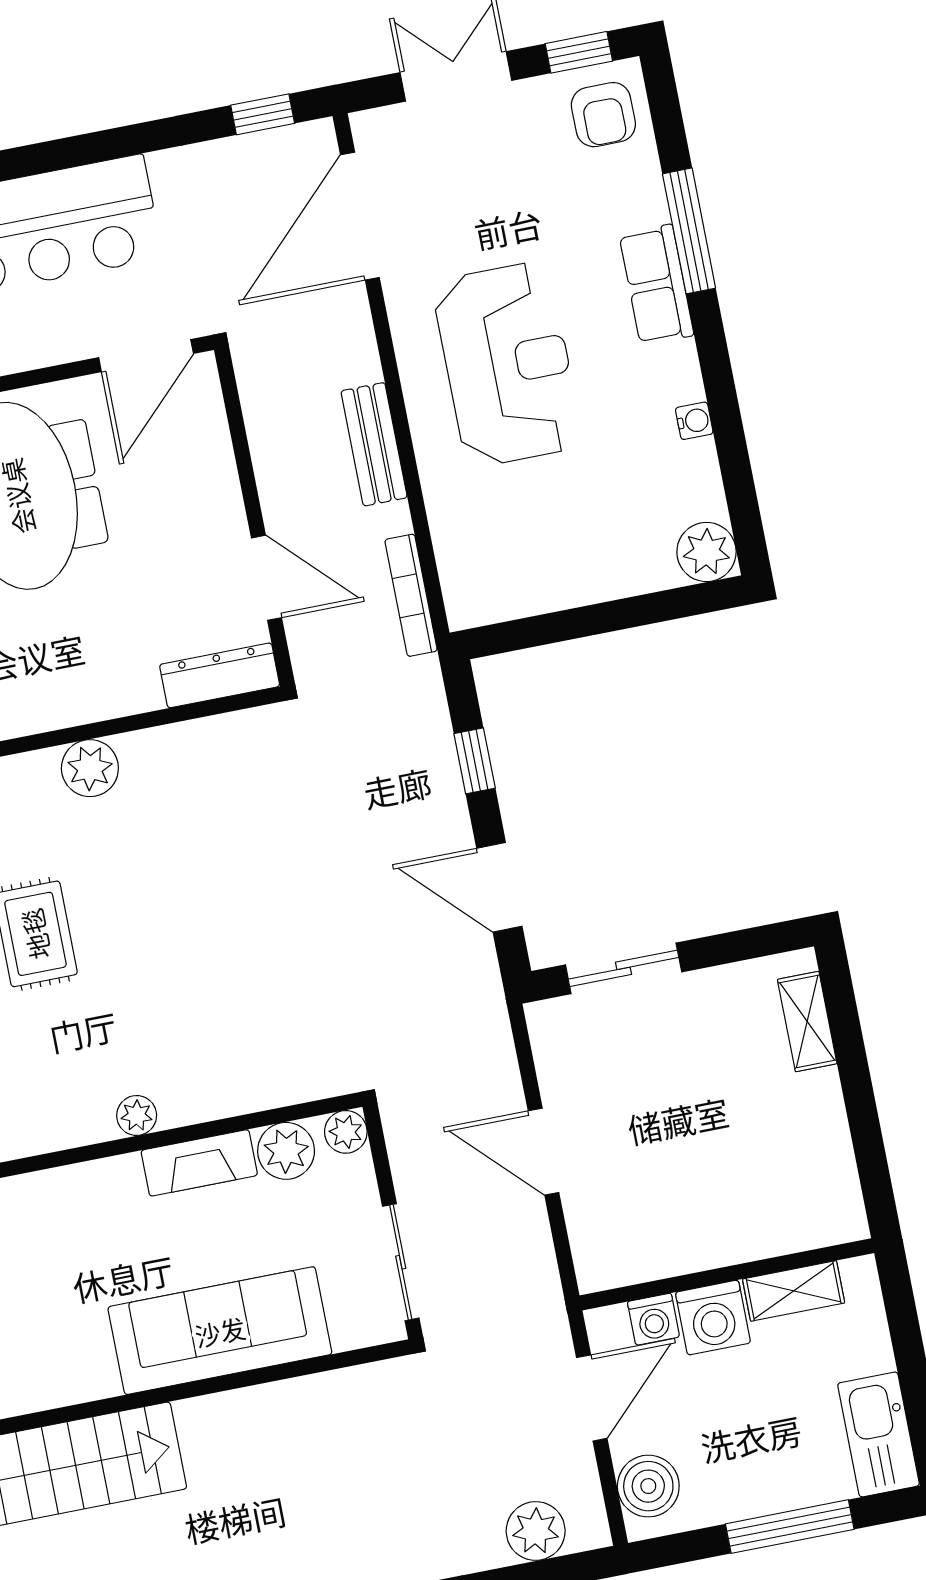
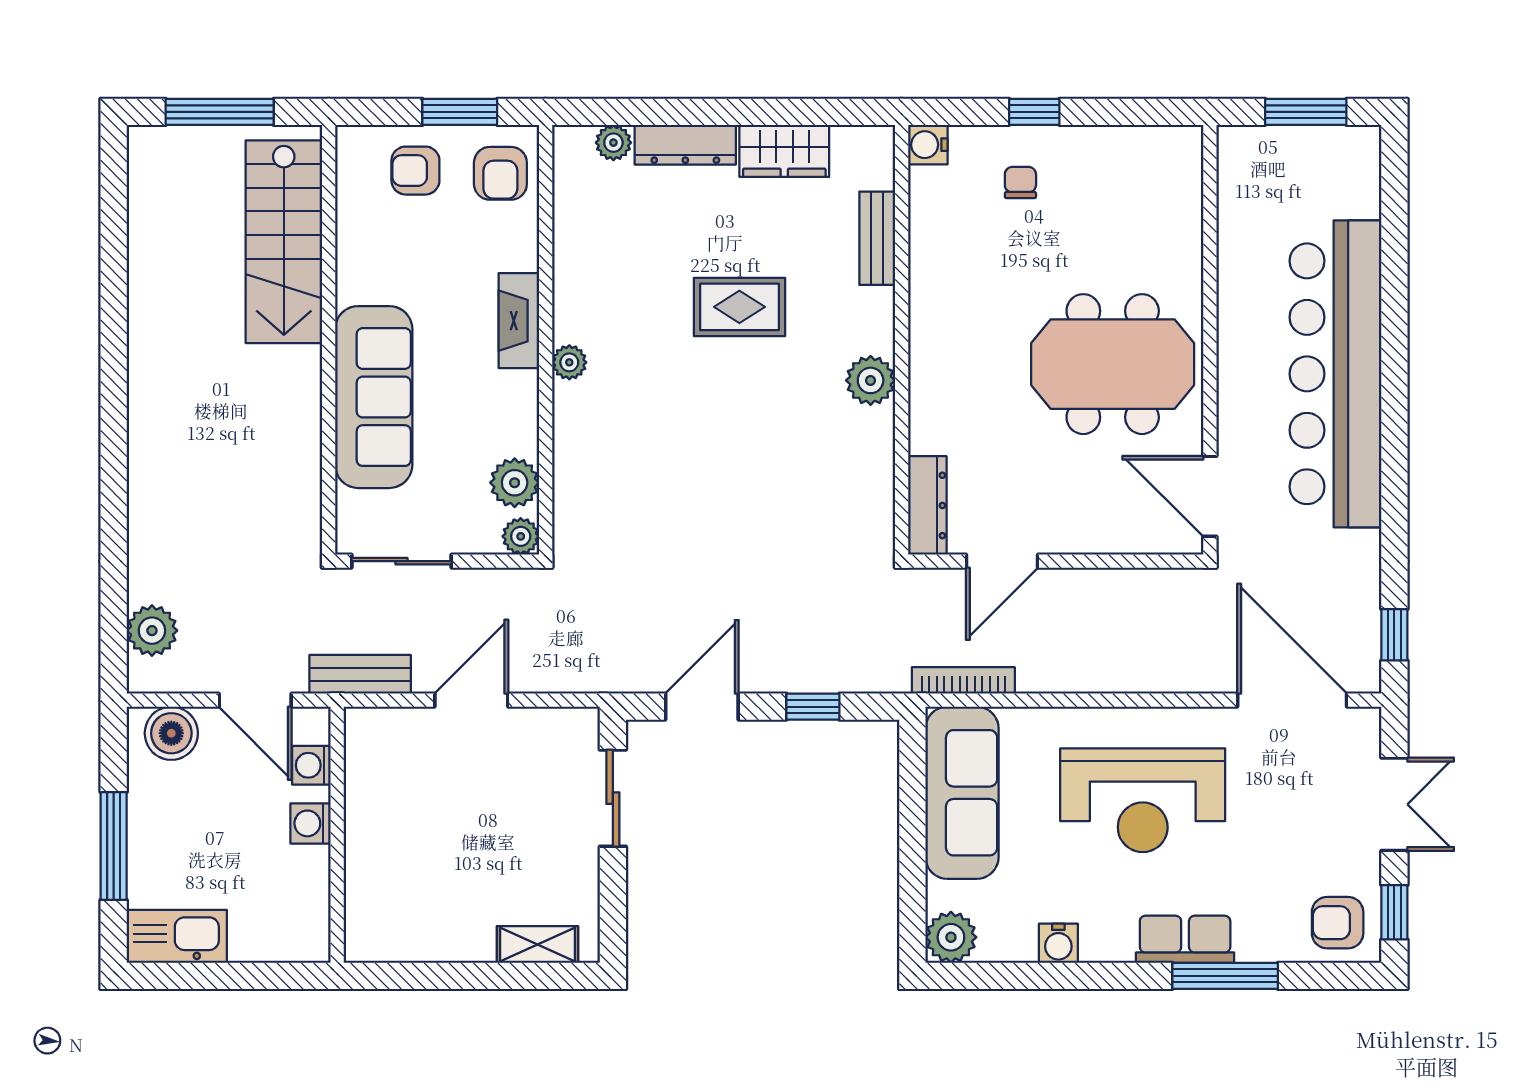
water cooler: (694, 421) -> (1058, 943), width x1.38, depth x1.38
bench: (374, 444) -> (360, 674), moved
sofa: (539, 572) -> (962, 793), added
fireplace: (199, 1163) -> (519, 321), moved
shelving: (794, 1291) -> (312, 888), removed
washing machine: (713, 1318) -> (311, 823), width x0.73, depth x0.73

